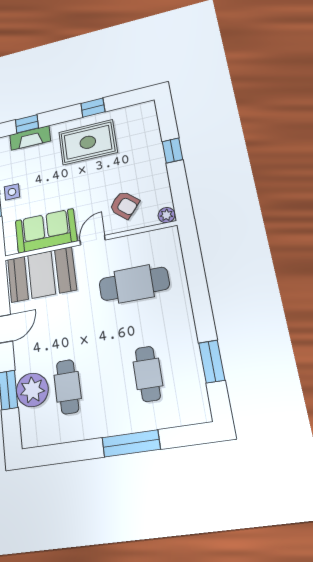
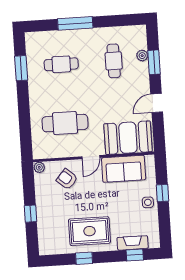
cafe table: (148, 374) -> (61, 64), turned 90
plant: (32, 390) -> (142, 56), width x0.53, depth x0.53

